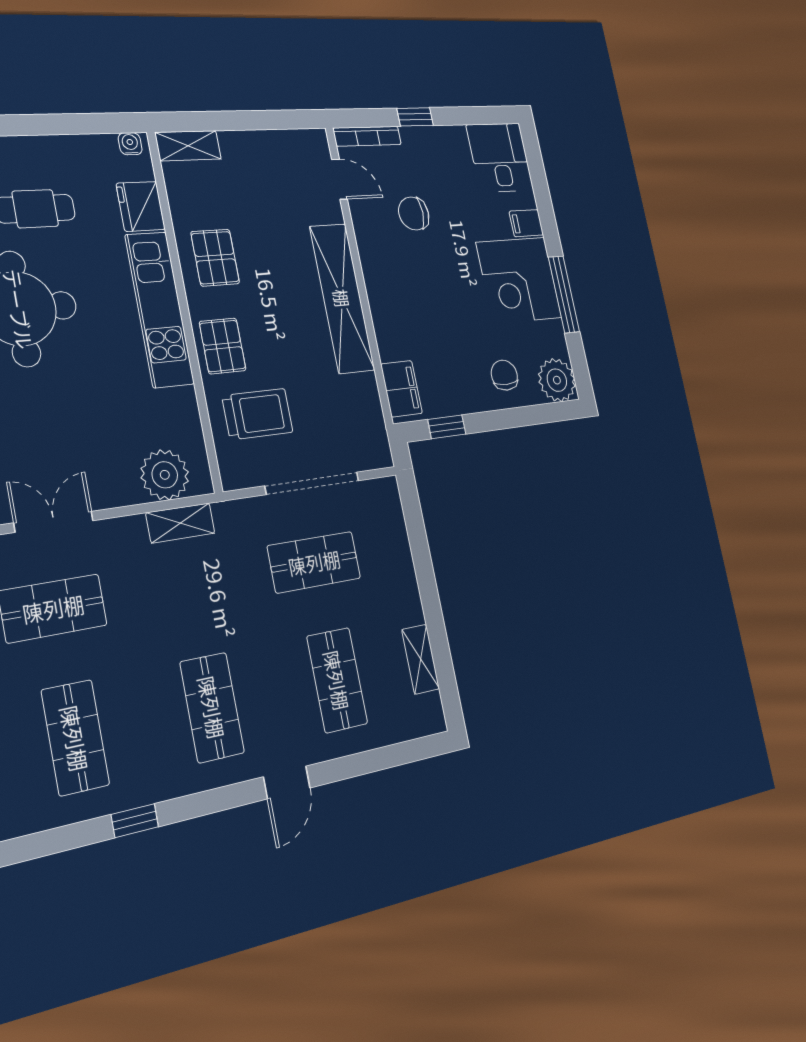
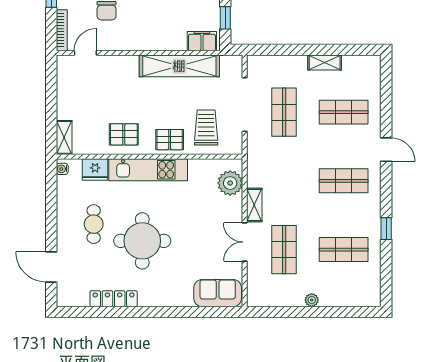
shelving: (342, 298) -> (179, 66), moved
shelving: (180, 523) -> (254, 205), moved
shelving: (421, 659) -> (325, 62), moved

